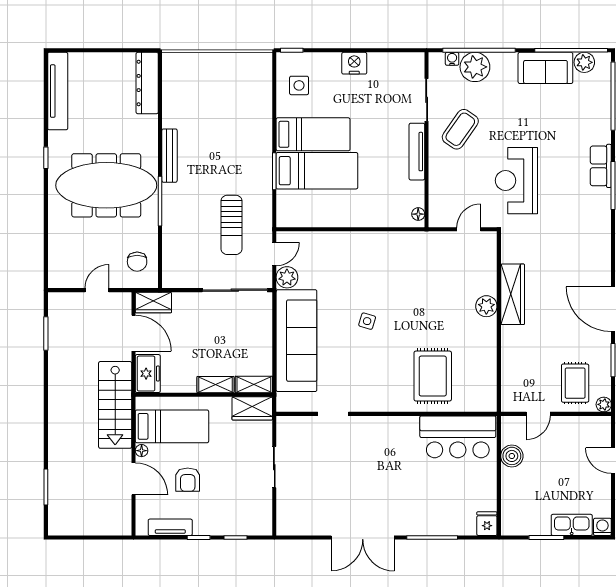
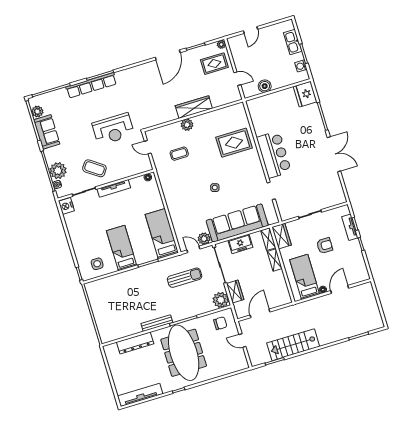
nightstand: (354, 63) -> (66, 206), moved
dresser: (147, 83) -> (135, 343), moved
row of seats: (601, 166) -> (91, 85), width x2.02
bed: (317, 171) -> (162, 234), moved
plant: (176, 274) -> (221, 300), added
coffee table: (442, 279) -> (179, 154), added
wardrobe: (513, 294) -> (194, 107), moved
wardrobe: (153, 303) -> (235, 291), moved
freezer: (148, 374) -> (240, 244), moved, turned 180
stairs: (115, 405) -> (293, 345), moved, turned 180
bar counter: (458, 437) -> (274, 155), moved
armchair: (188, 480) -> (325, 246), moved
fridge: (487, 524) -> (305, 94), width x1.88, depth x1.34
tv unit: (170, 527) -> (350, 227), moved
washing machine: (602, 527) -> (301, 66), moved

